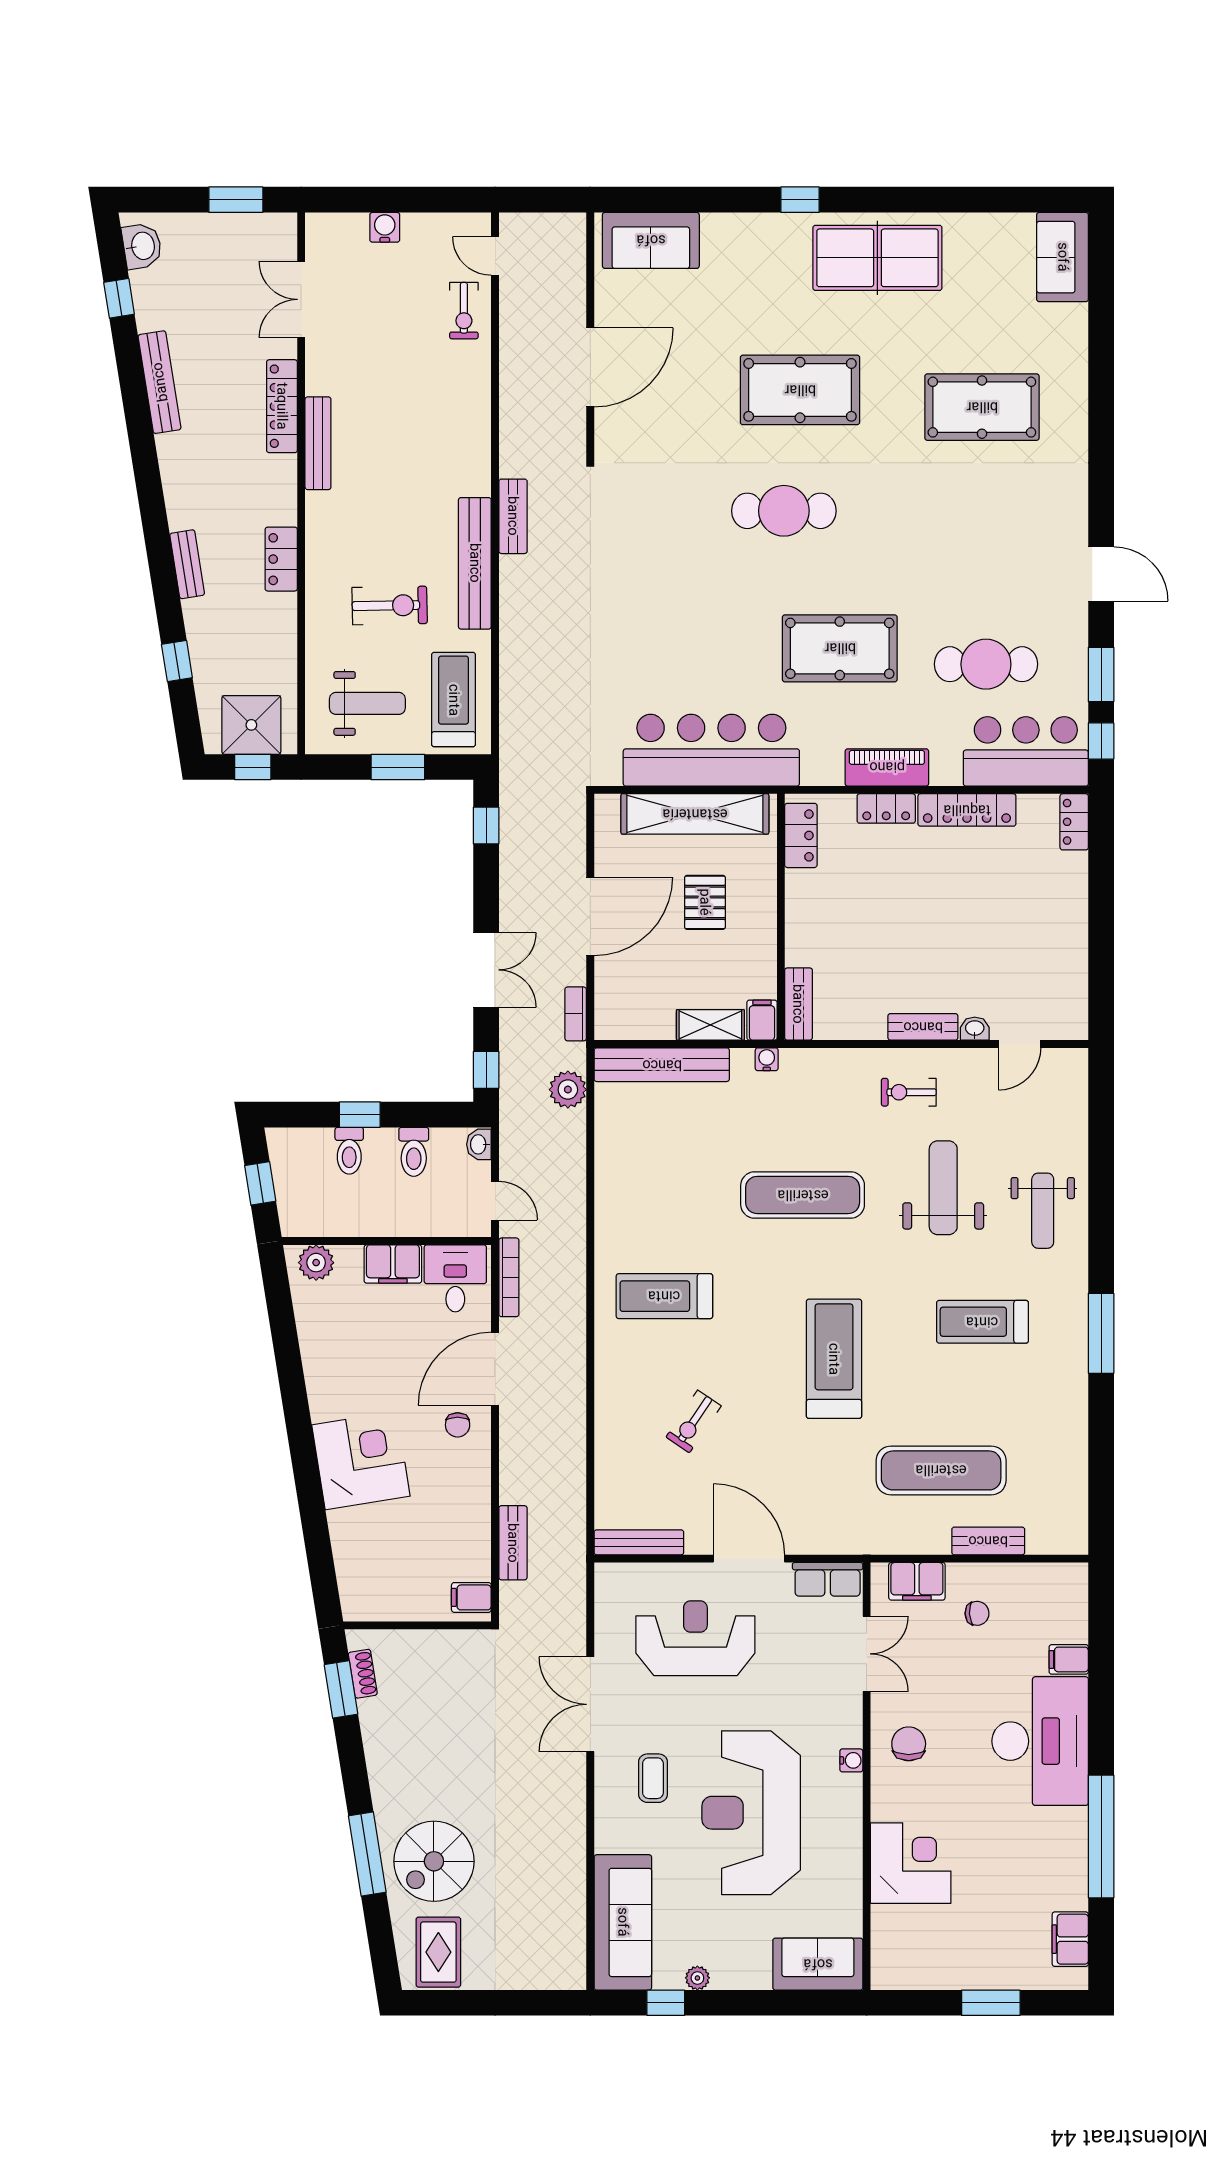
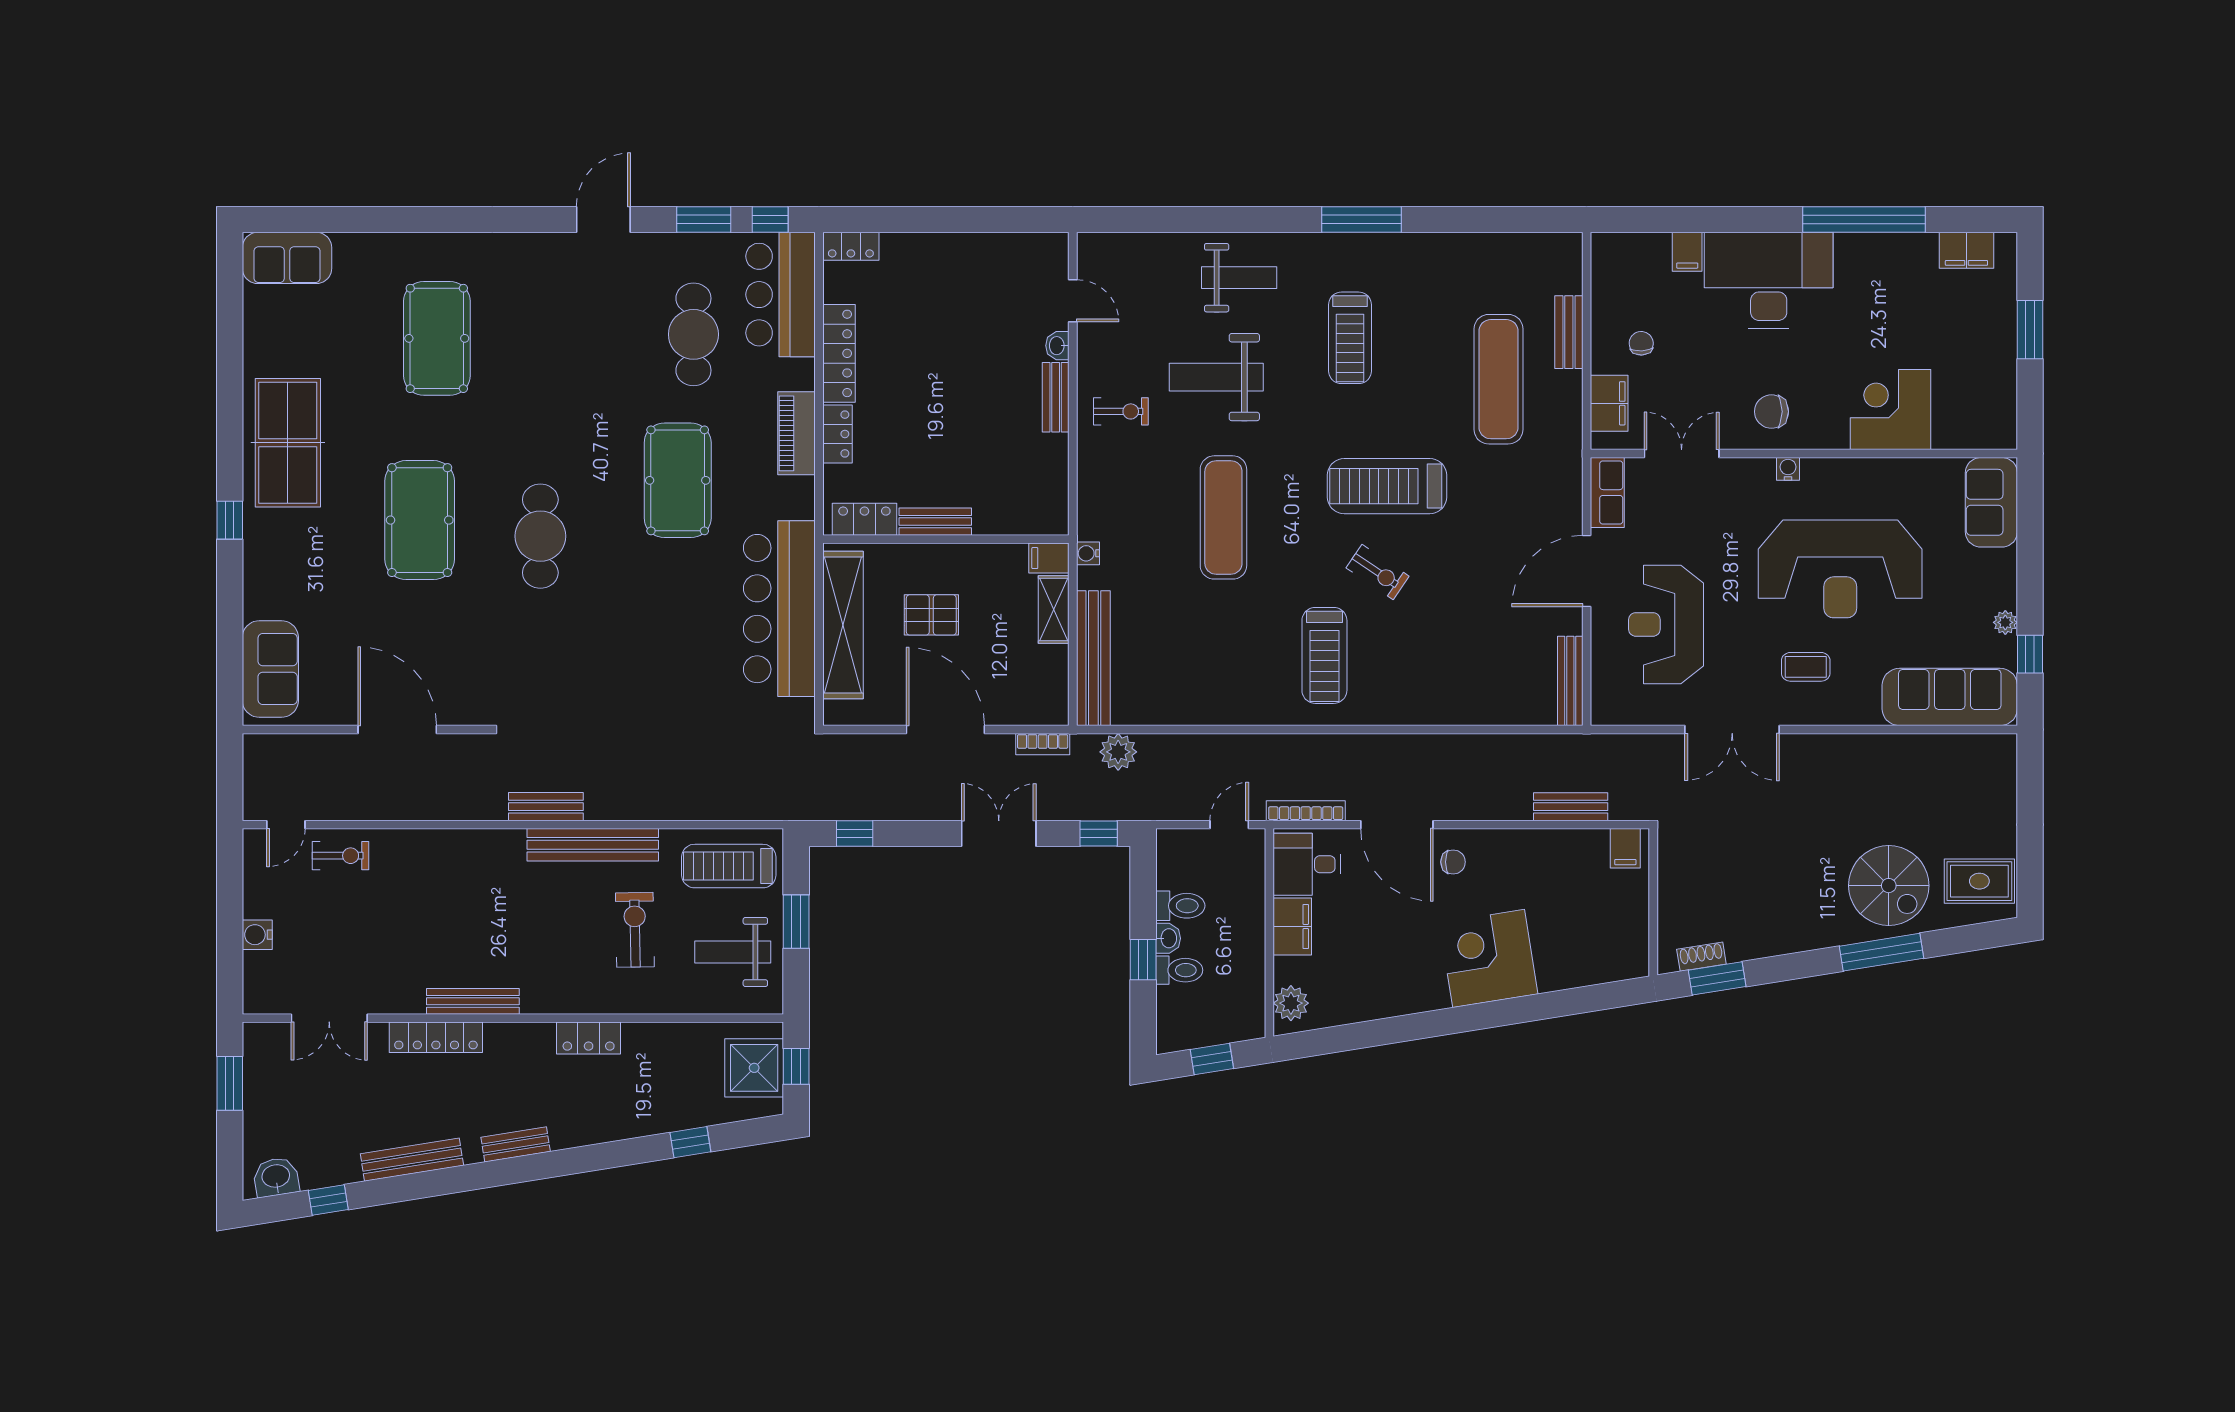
bench: (187, 564) -> (516, 1144), moved
weight bench: (367, 703) -> (733, 952), turned -90
bench: (798, 1004) -> (935, 522), moved
exercise bike: (909, 1092) -> (1121, 411), turned -90
washbasin: (479, 1144) -> (1168, 938), moved, turned -90
exercise bike: (694, 1422) -> (1378, 572), moved

